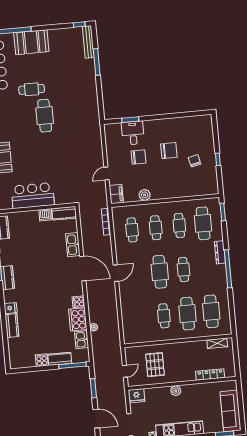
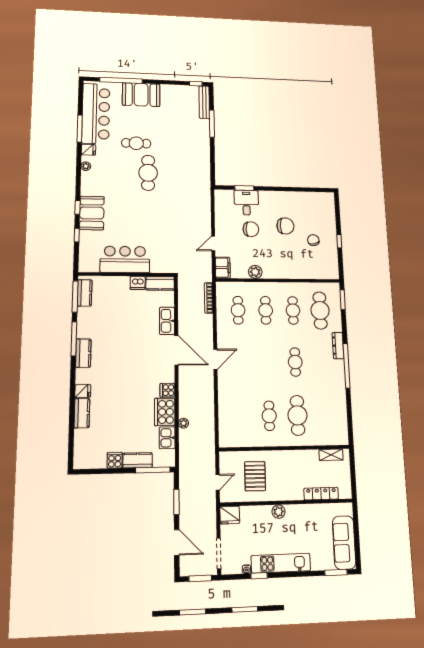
cafe table: (160, 272) -> (267, 362), removed
cafe table: (211, 311) -> (325, 415), removed

